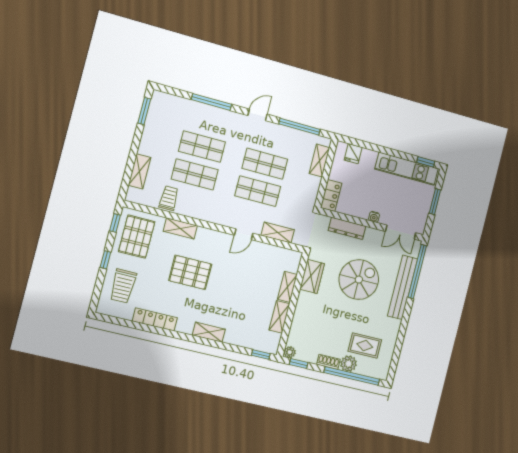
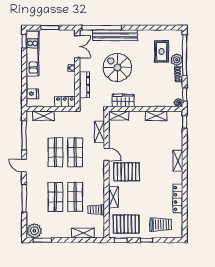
plant: (161, 103) -> (34, 231), added
pallet: (190, 272) -> (127, 172), moved, turned 90
shelving: (287, 287) -> (119, 116), moved

